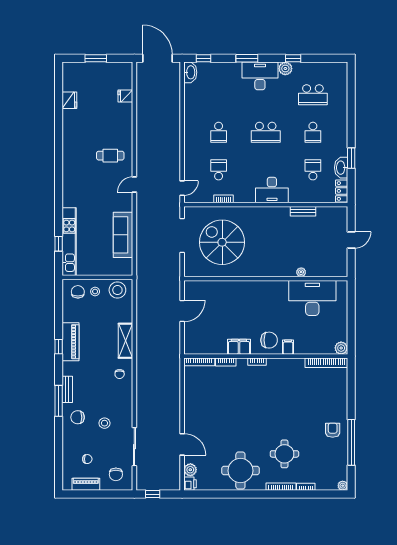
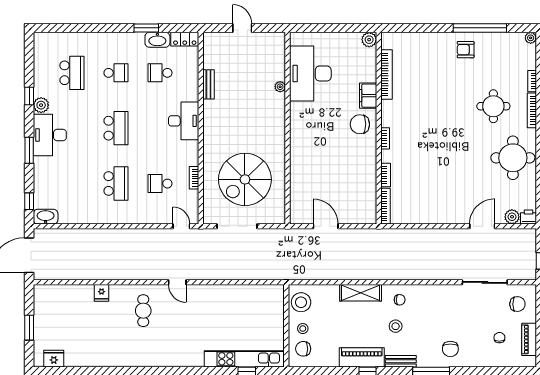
fridge: (125, 96) -> (102, 293), moved
fridge: (69, 100) -> (54, 359), moved
school desk: (219, 132) -> (116, 184), width x1.85
sofa: (123, 235) -> (236, 296), removed
chair: (269, 340) -> (360, 124), turned -90
filing cabinet: (239, 347) -> (368, 160), removed
filing cabinet: (288, 347) -> (368, 96), width x2.00
bookcase: (326, 363) -> (386, 74), moved
bench: (67, 389) -> (401, 361), moved
stool: (104, 423) -> (396, 326), moved

